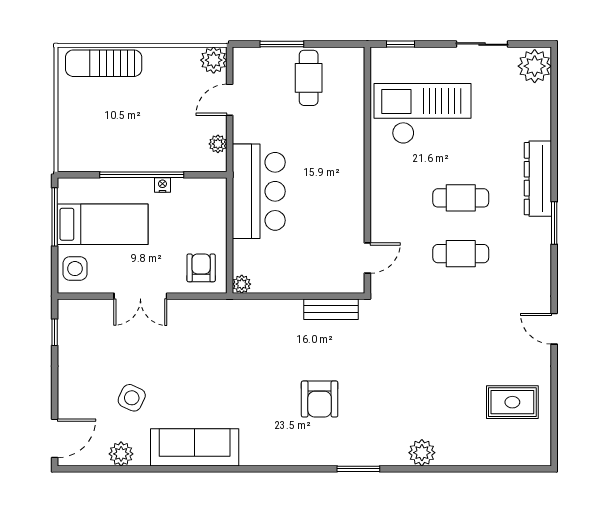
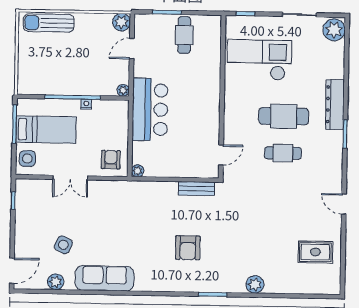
plant: (218, 144) -> (123, 90), moved
cafe table: (461, 198) -> (284, 116), width x1.37, depth x1.35

